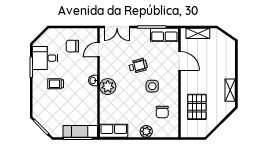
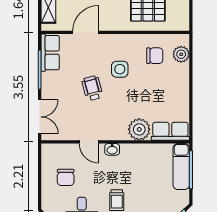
door: (99, 50) -> (89, 142), moved
plant: (108, 87) -> (139, 129), moved
row of seats: (114, 131) -> (170, 131), moved, turned 90
plant: (146, 131) -> (181, 54), moved

